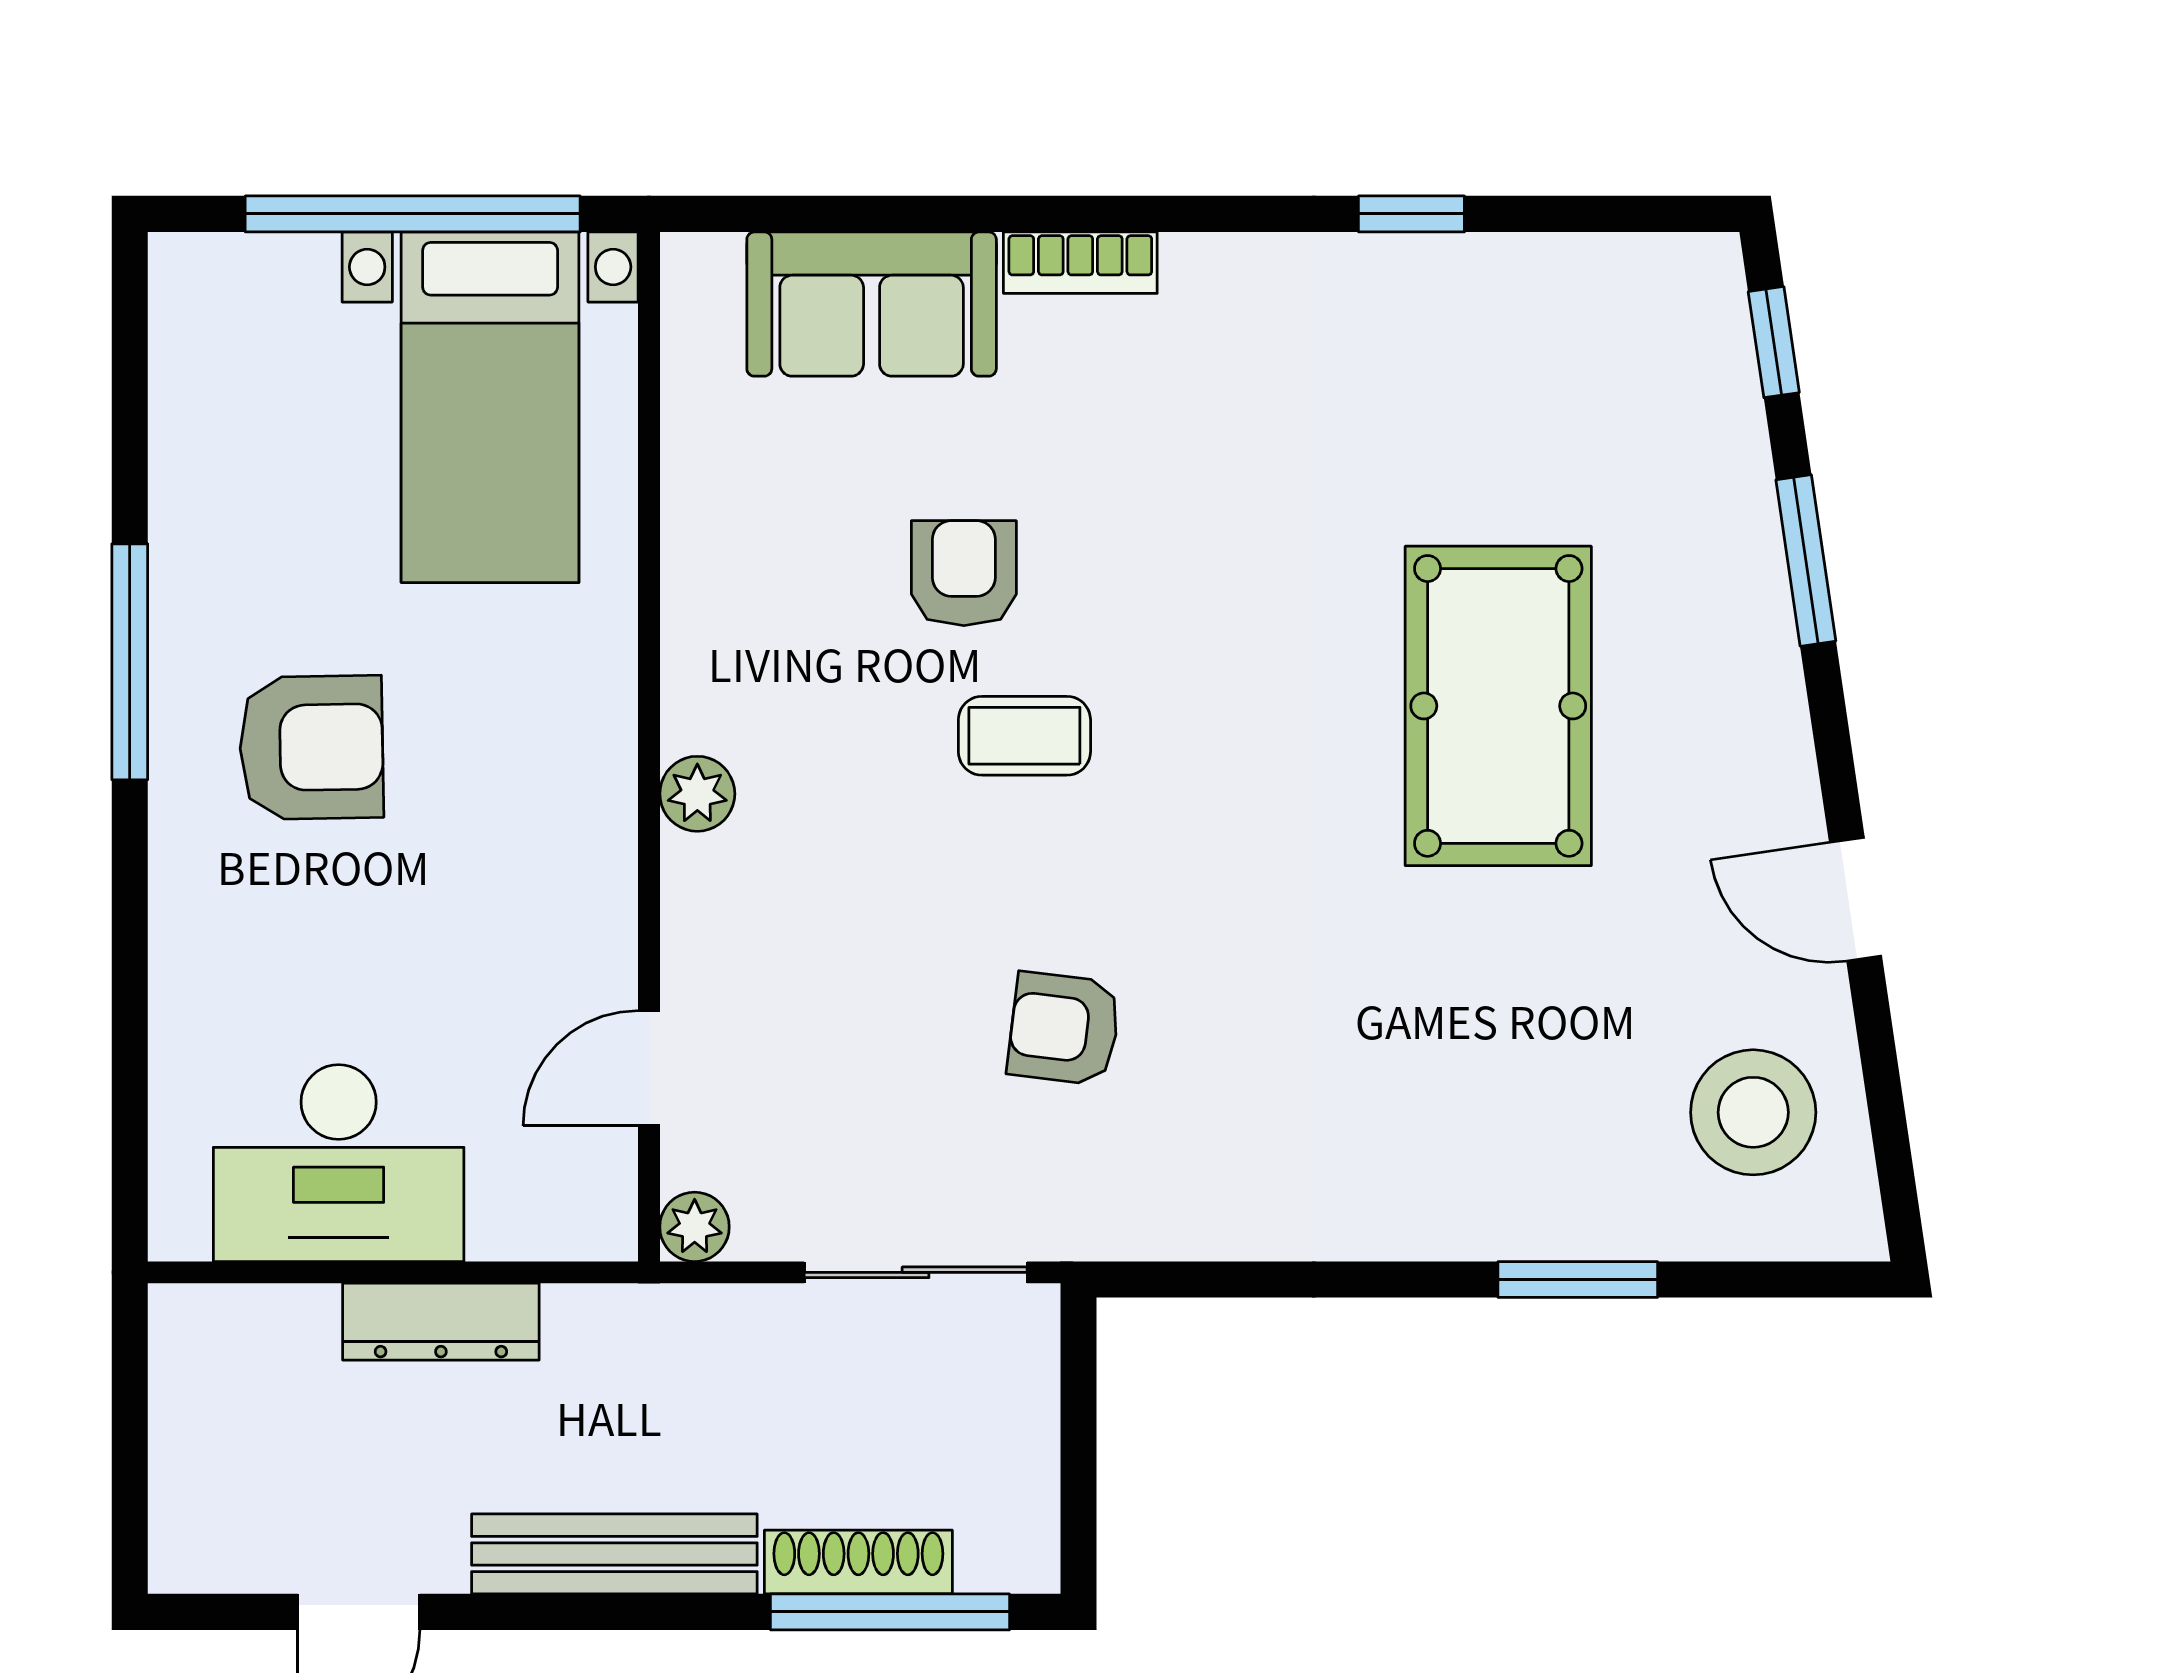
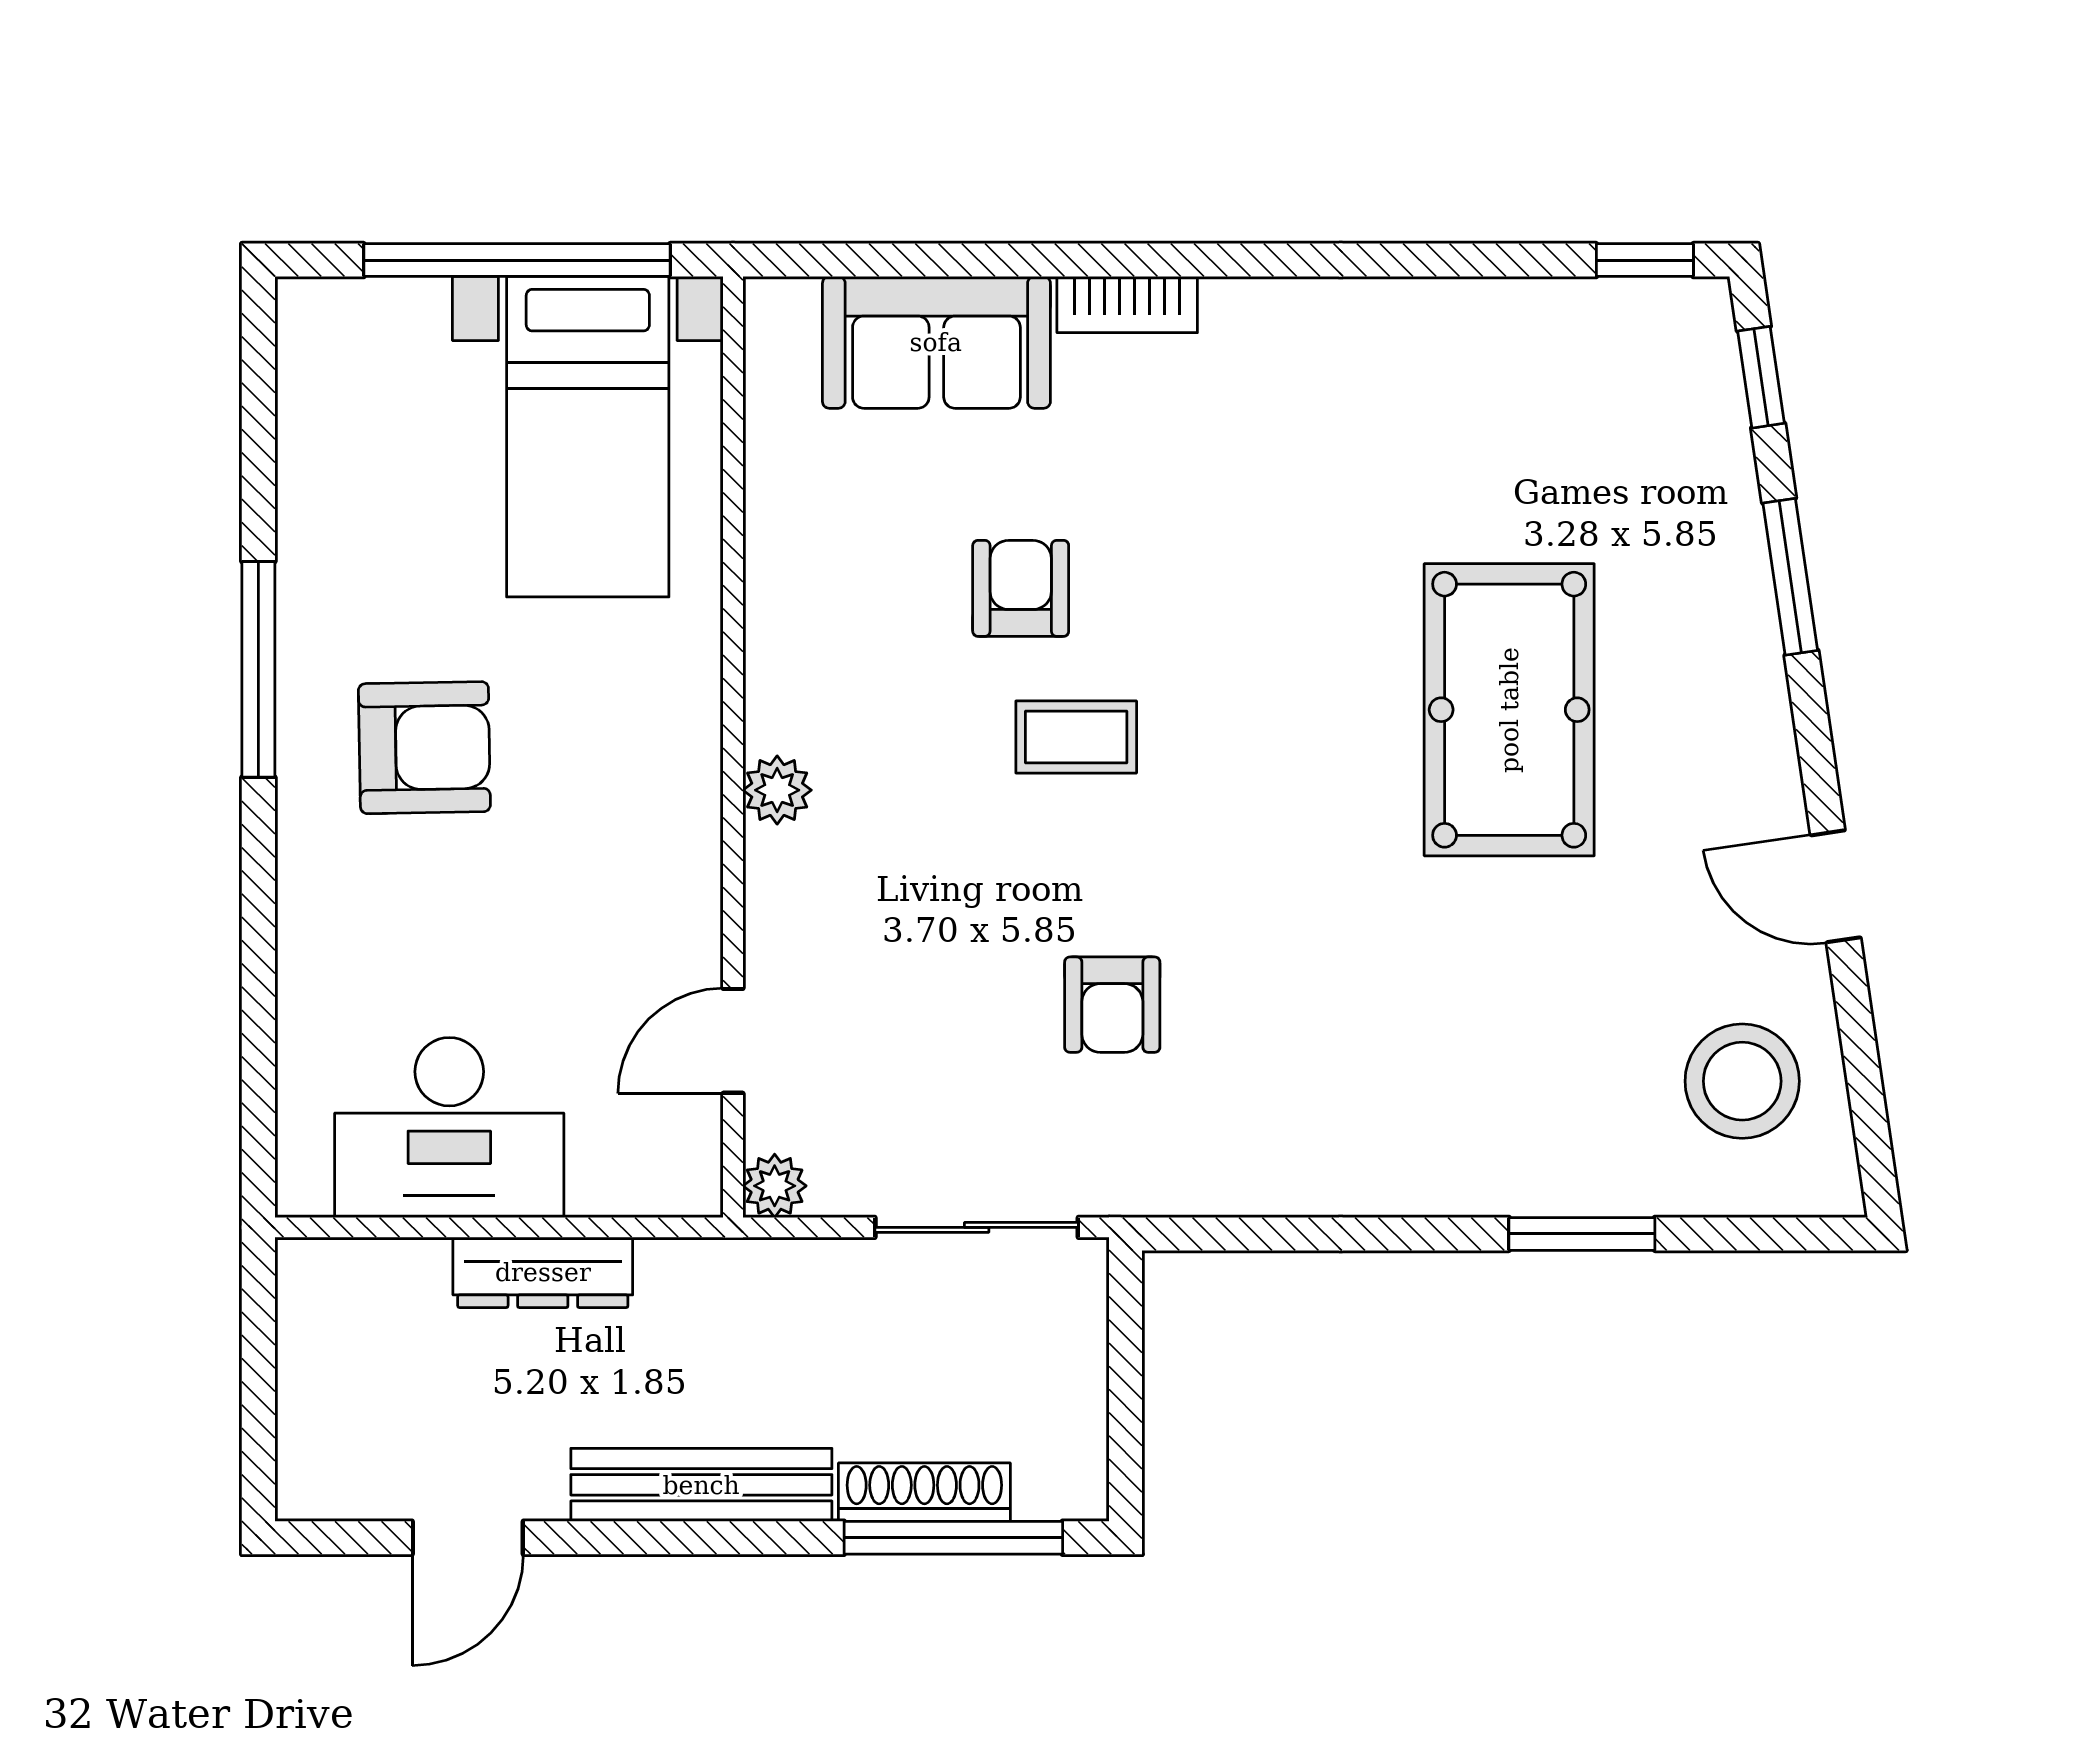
window: (1411, 214) -> (1645, 260), moved
armchair: (1064, 1029) -> (1112, 1005), turned -97

